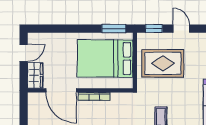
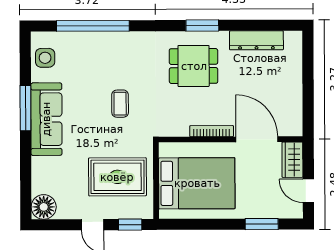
window: (114, 29) -> (262, 224), moved
door: (24, 53) -> (308, 191), hinge flipped

